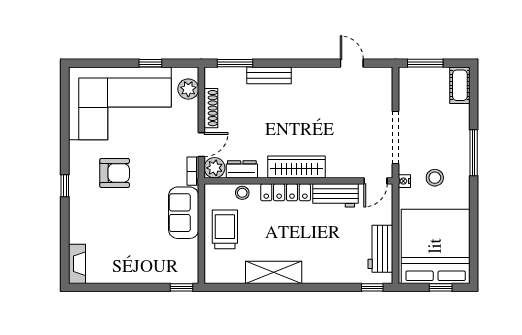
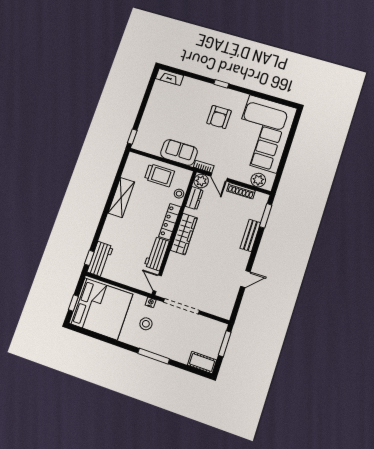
window: (150, 63) -> (283, 161), removed
door: (352, 63) -> (245, 279), moved
workbench: (380, 249) -> (100, 259), moved, turned 90

